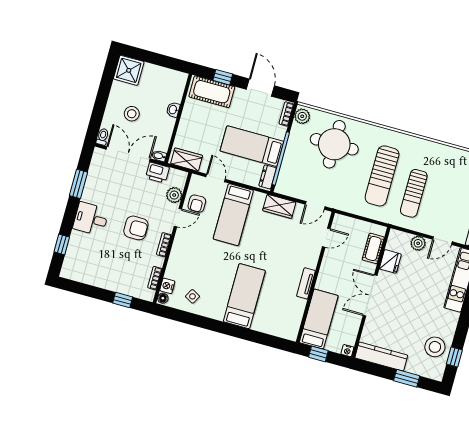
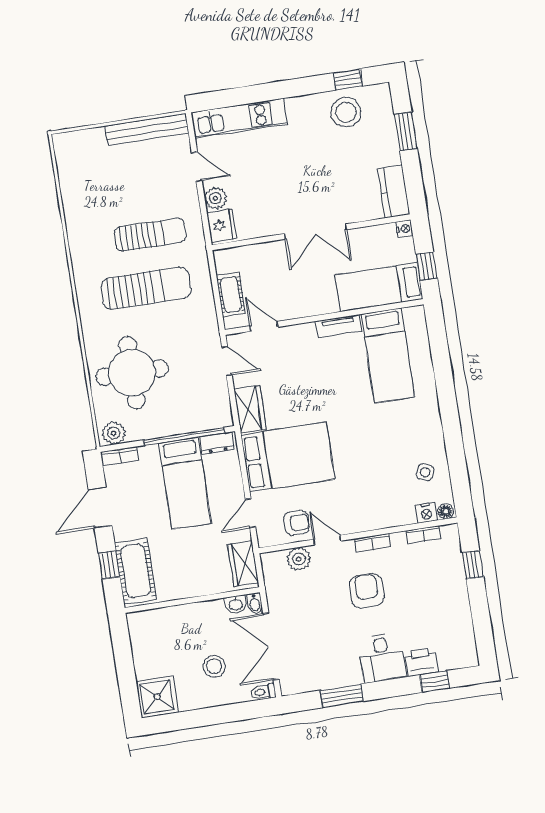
washbasin: (173, 110) -> (236, 604), moved
printer: (157, 173) -> (421, 662), moved, turned -90
bed: (233, 215) -> (288, 457), width x1.50
cot: (373, 248) -> (231, 294), moved, turned 90
fridge: (390, 261) -> (222, 225), moved, turned 90
bed: (244, 296) -> (388, 355), moved, turned -90
kitchen counter: (381, 357) -> (394, 191), width x0.67

